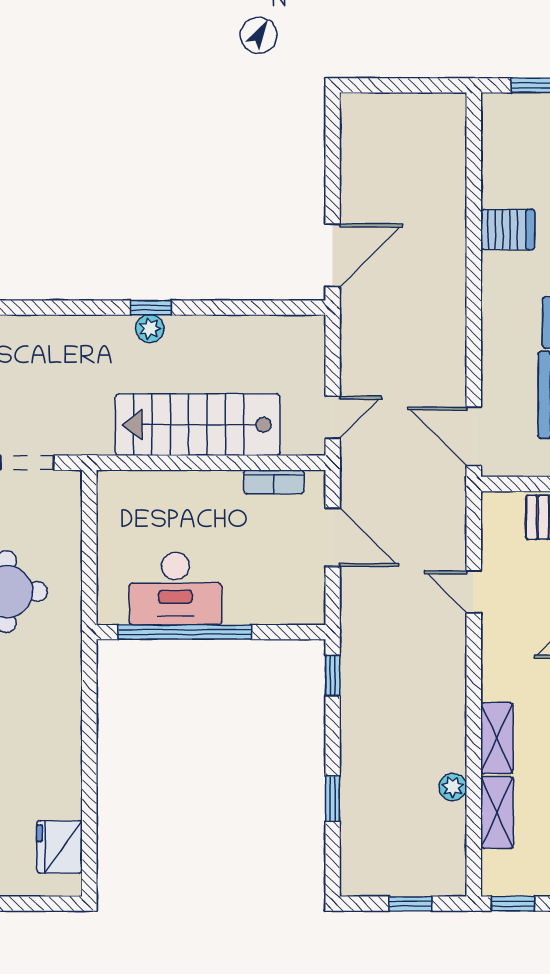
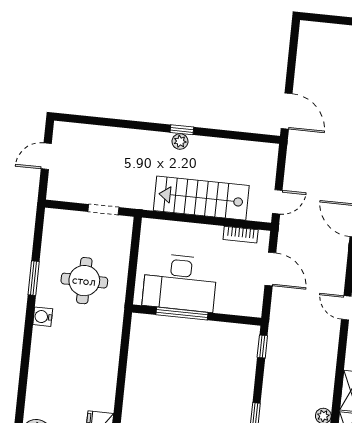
door: (333, 255) -> (287, 111), hinge flipped
desk: (175, 589) -> (180, 283), width x1.36, depth x1.30
window: (185, 632) -> (182, 314), width x0.68

